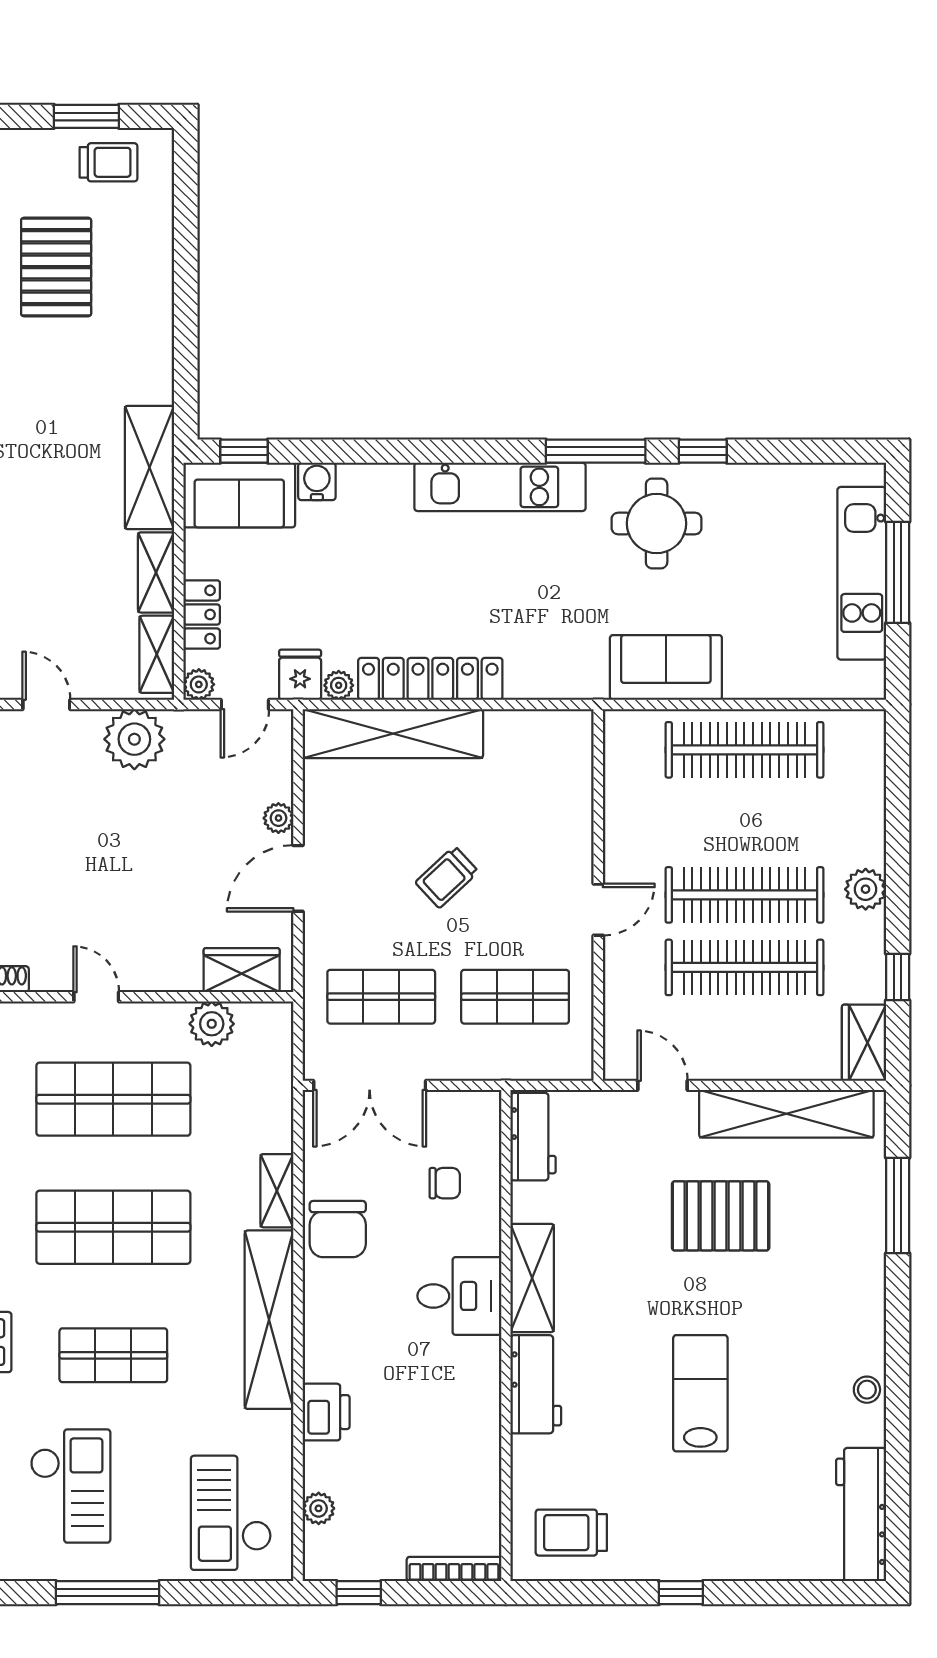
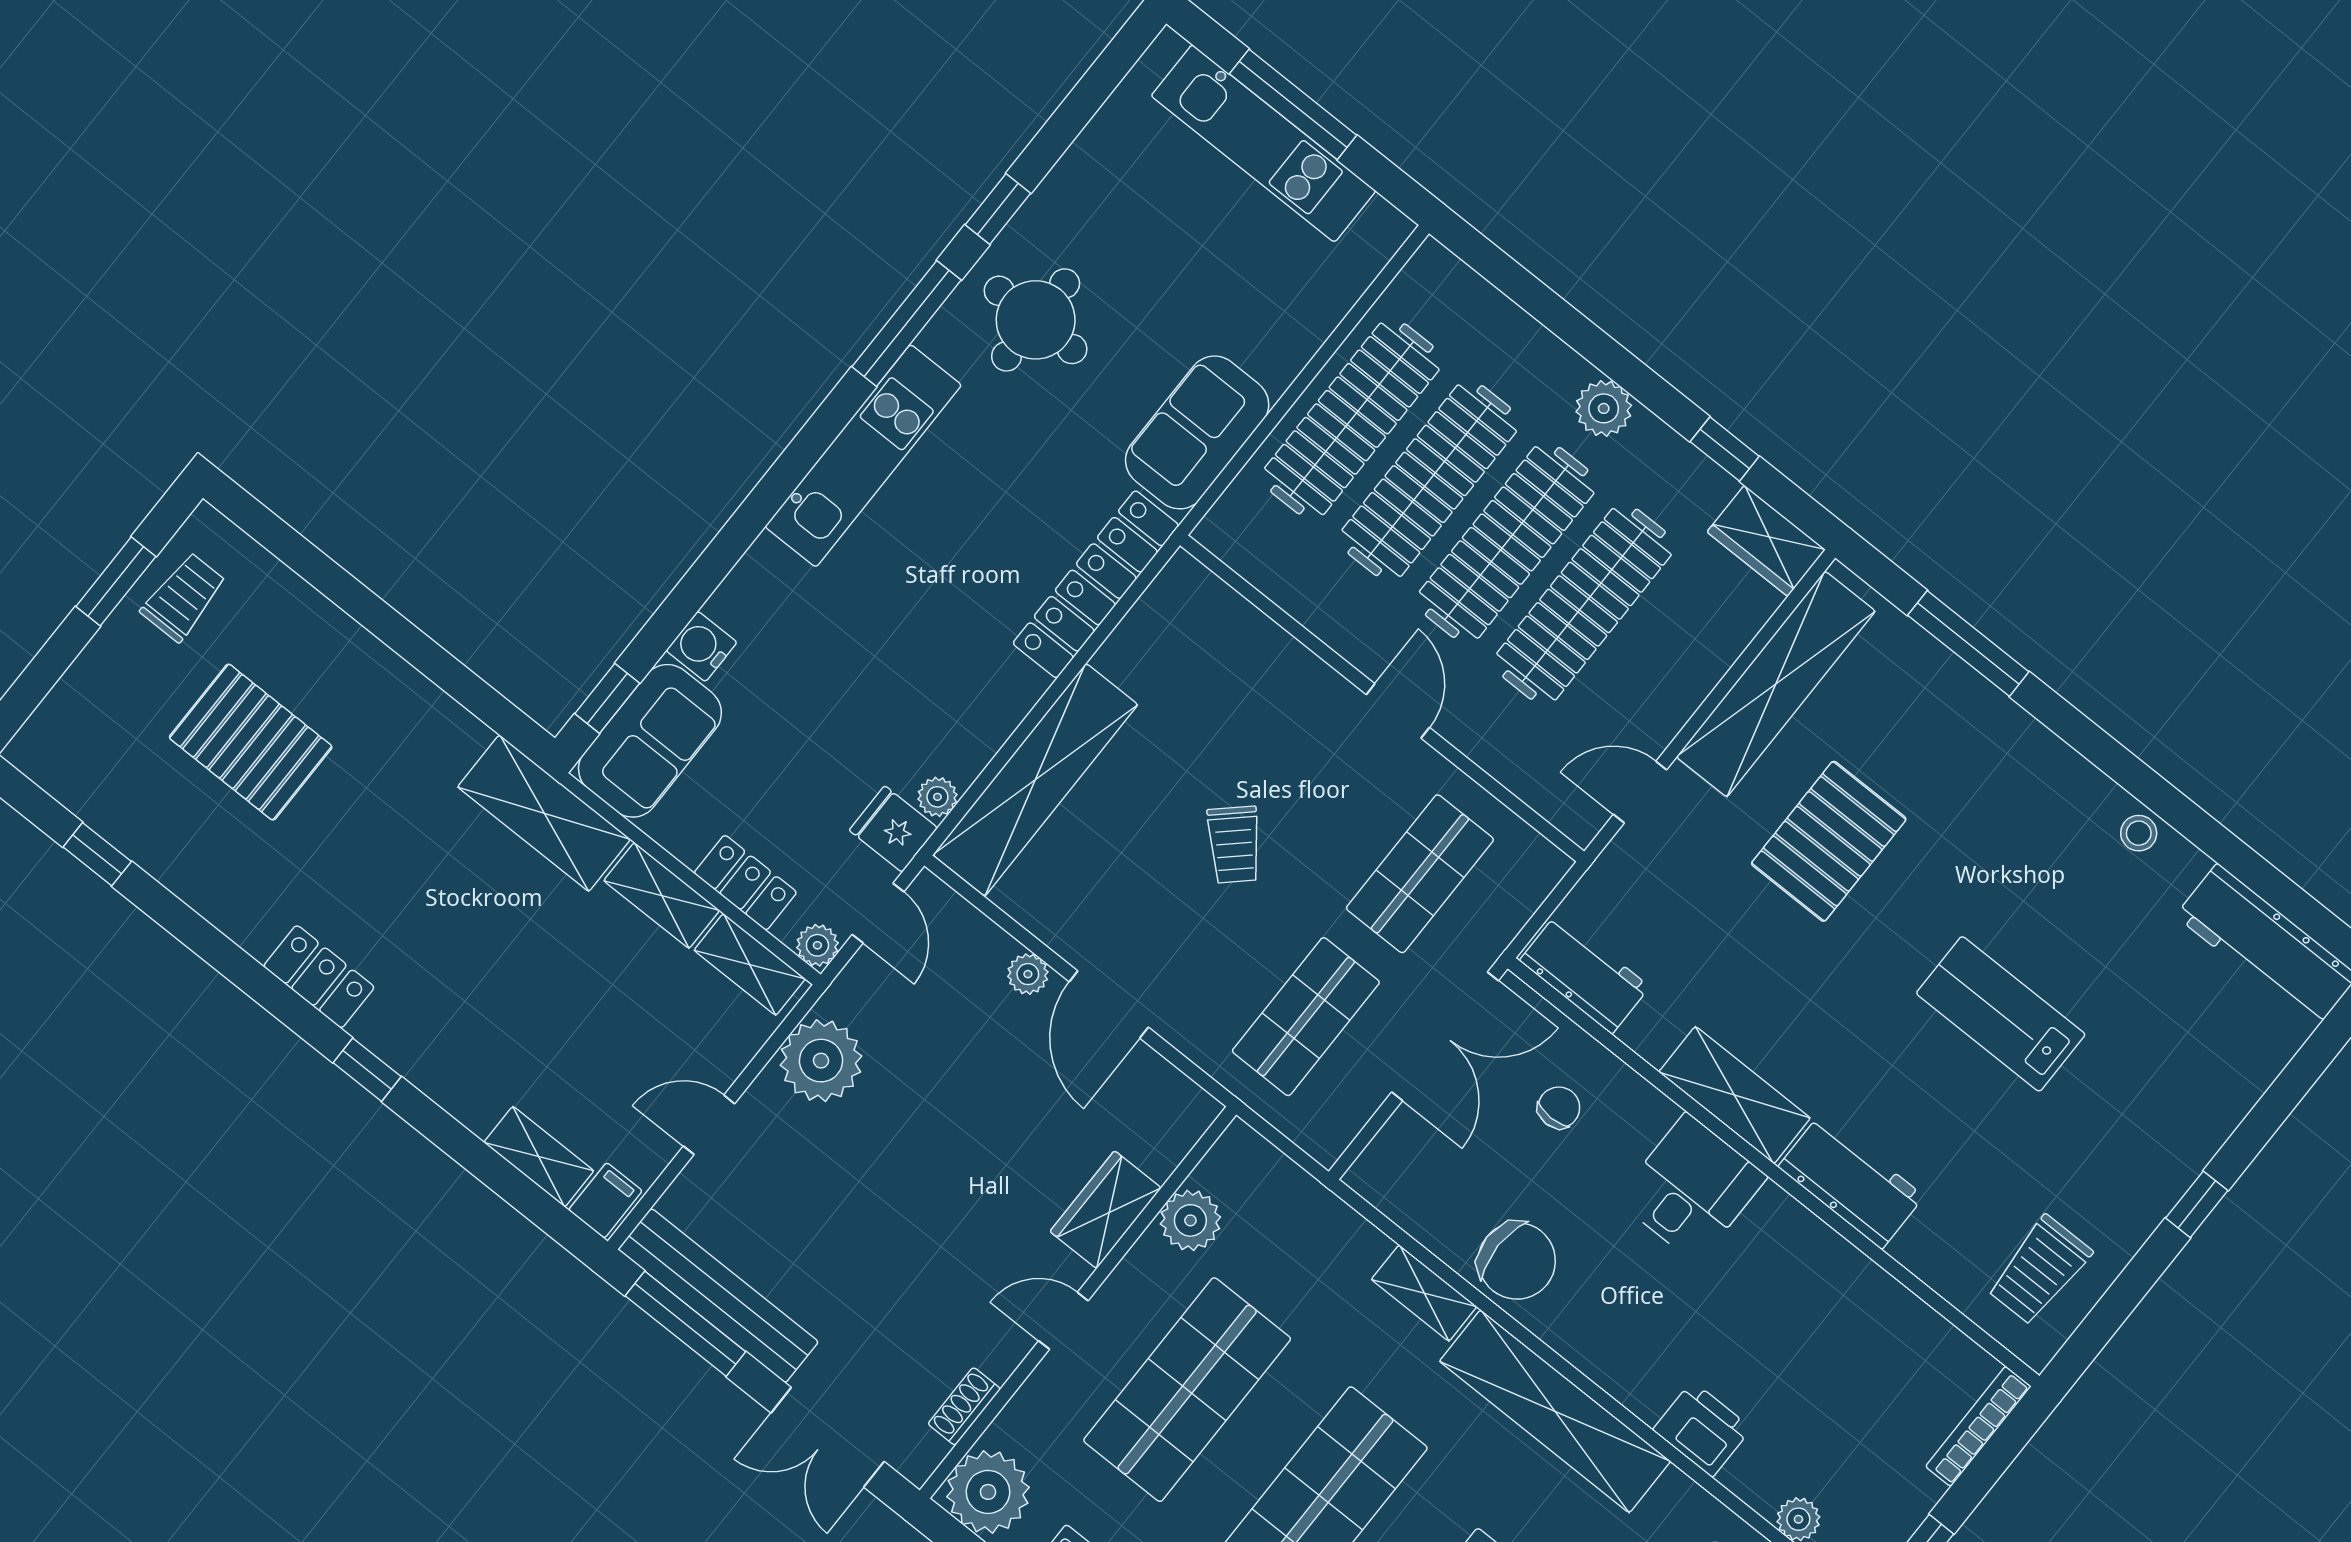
locker: (430, 679) -> (1096, 584), moved
clothes rail: (744, 822) -> (1429, 481), added
wardrobe: (242, 970) -> (1106, 1210), moved
double door: (370, 1085) -> (1445, 1036), moved

